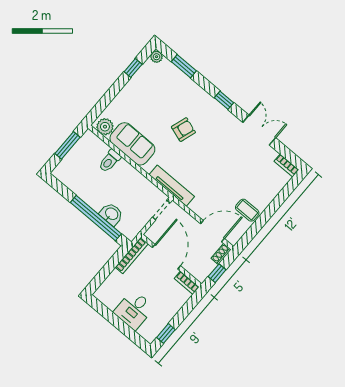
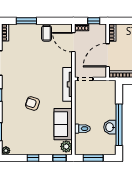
window: (133, 68) -> (33, 158), moved
window: (99, 109) -> (60, 158), added
window: (280, 200) -> (26, 21), added
washbasin: (111, 214) -> (110, 127), moved
window: (96, 218) -> (119, 125), moved

